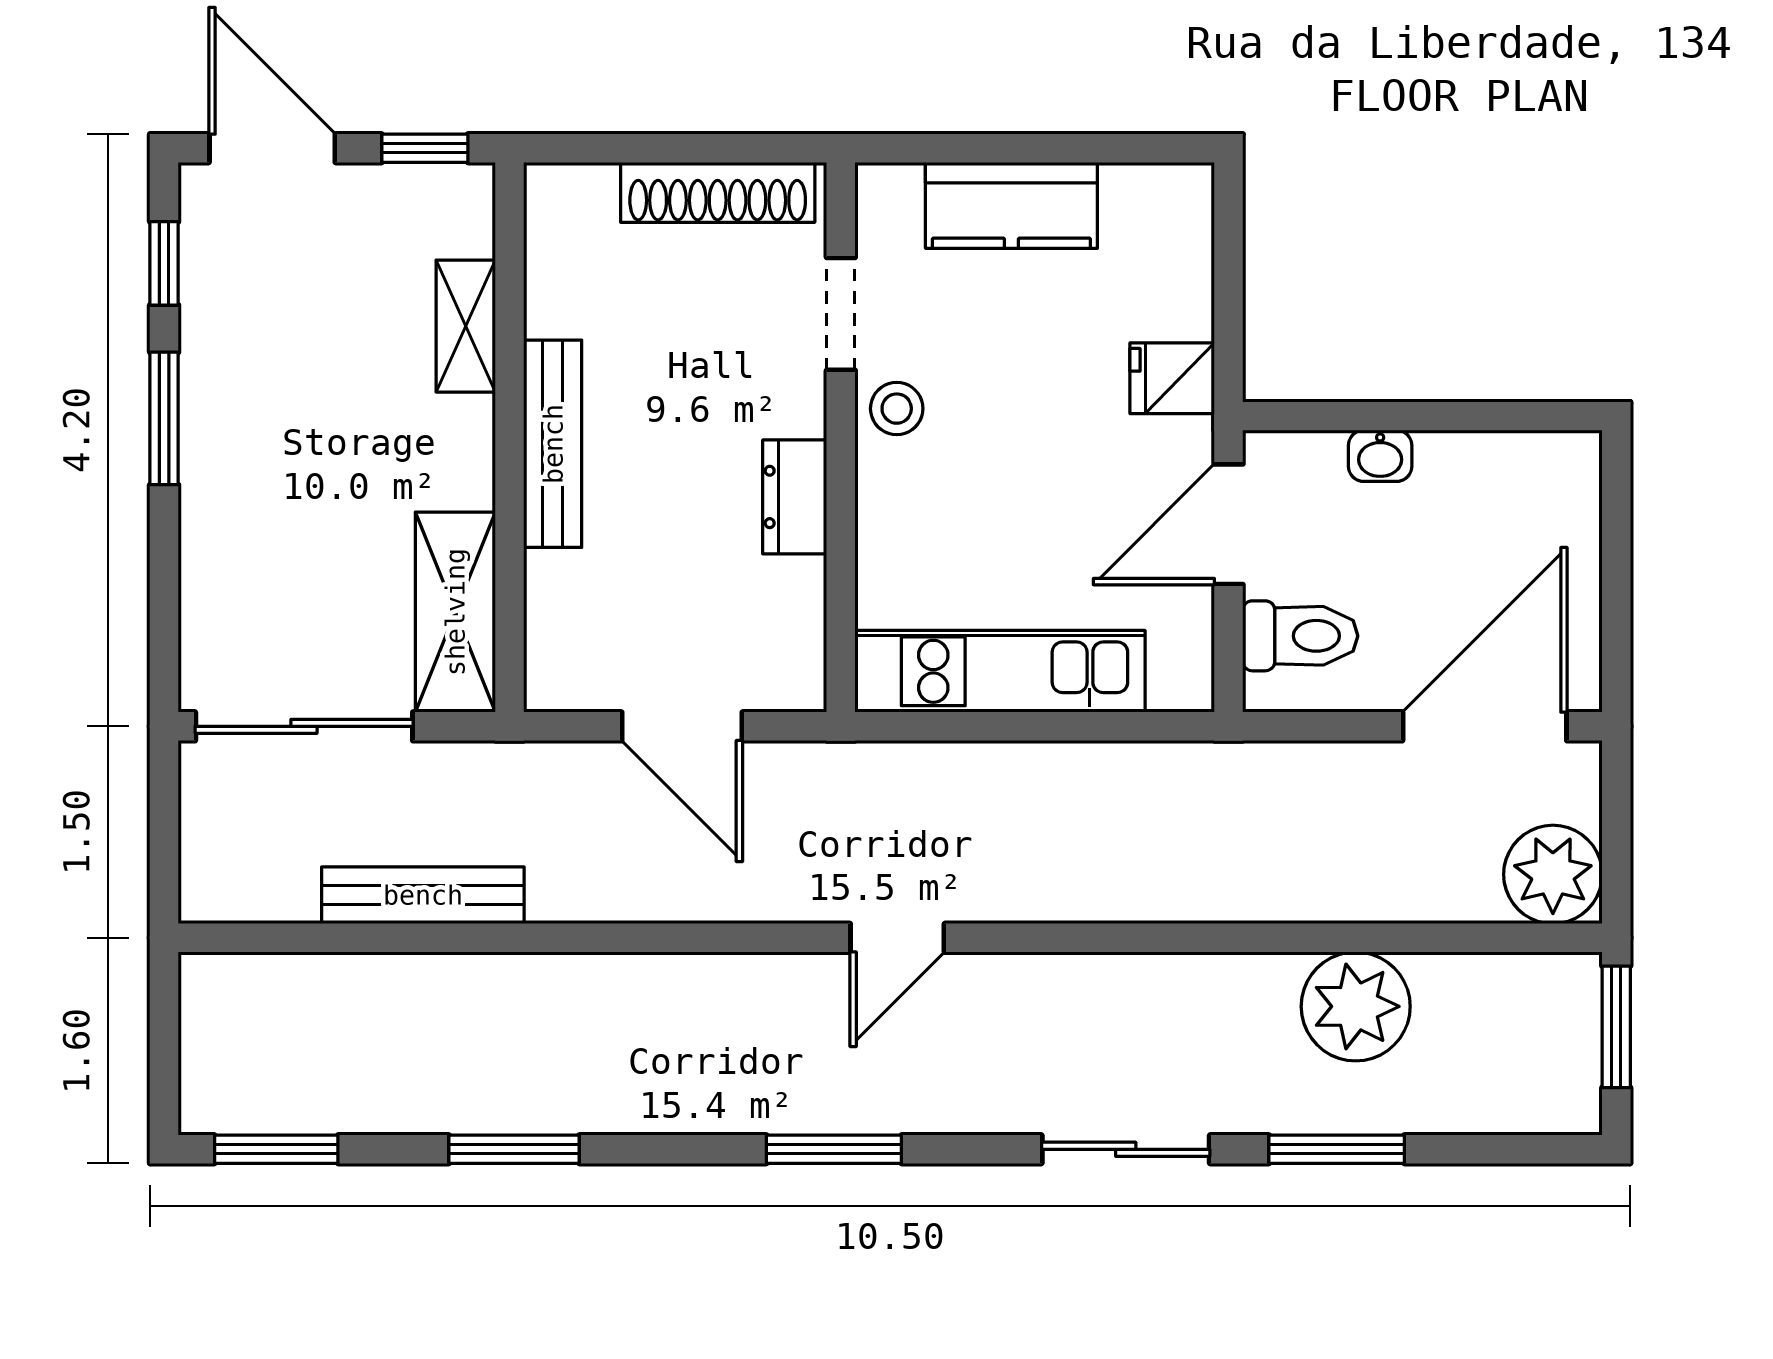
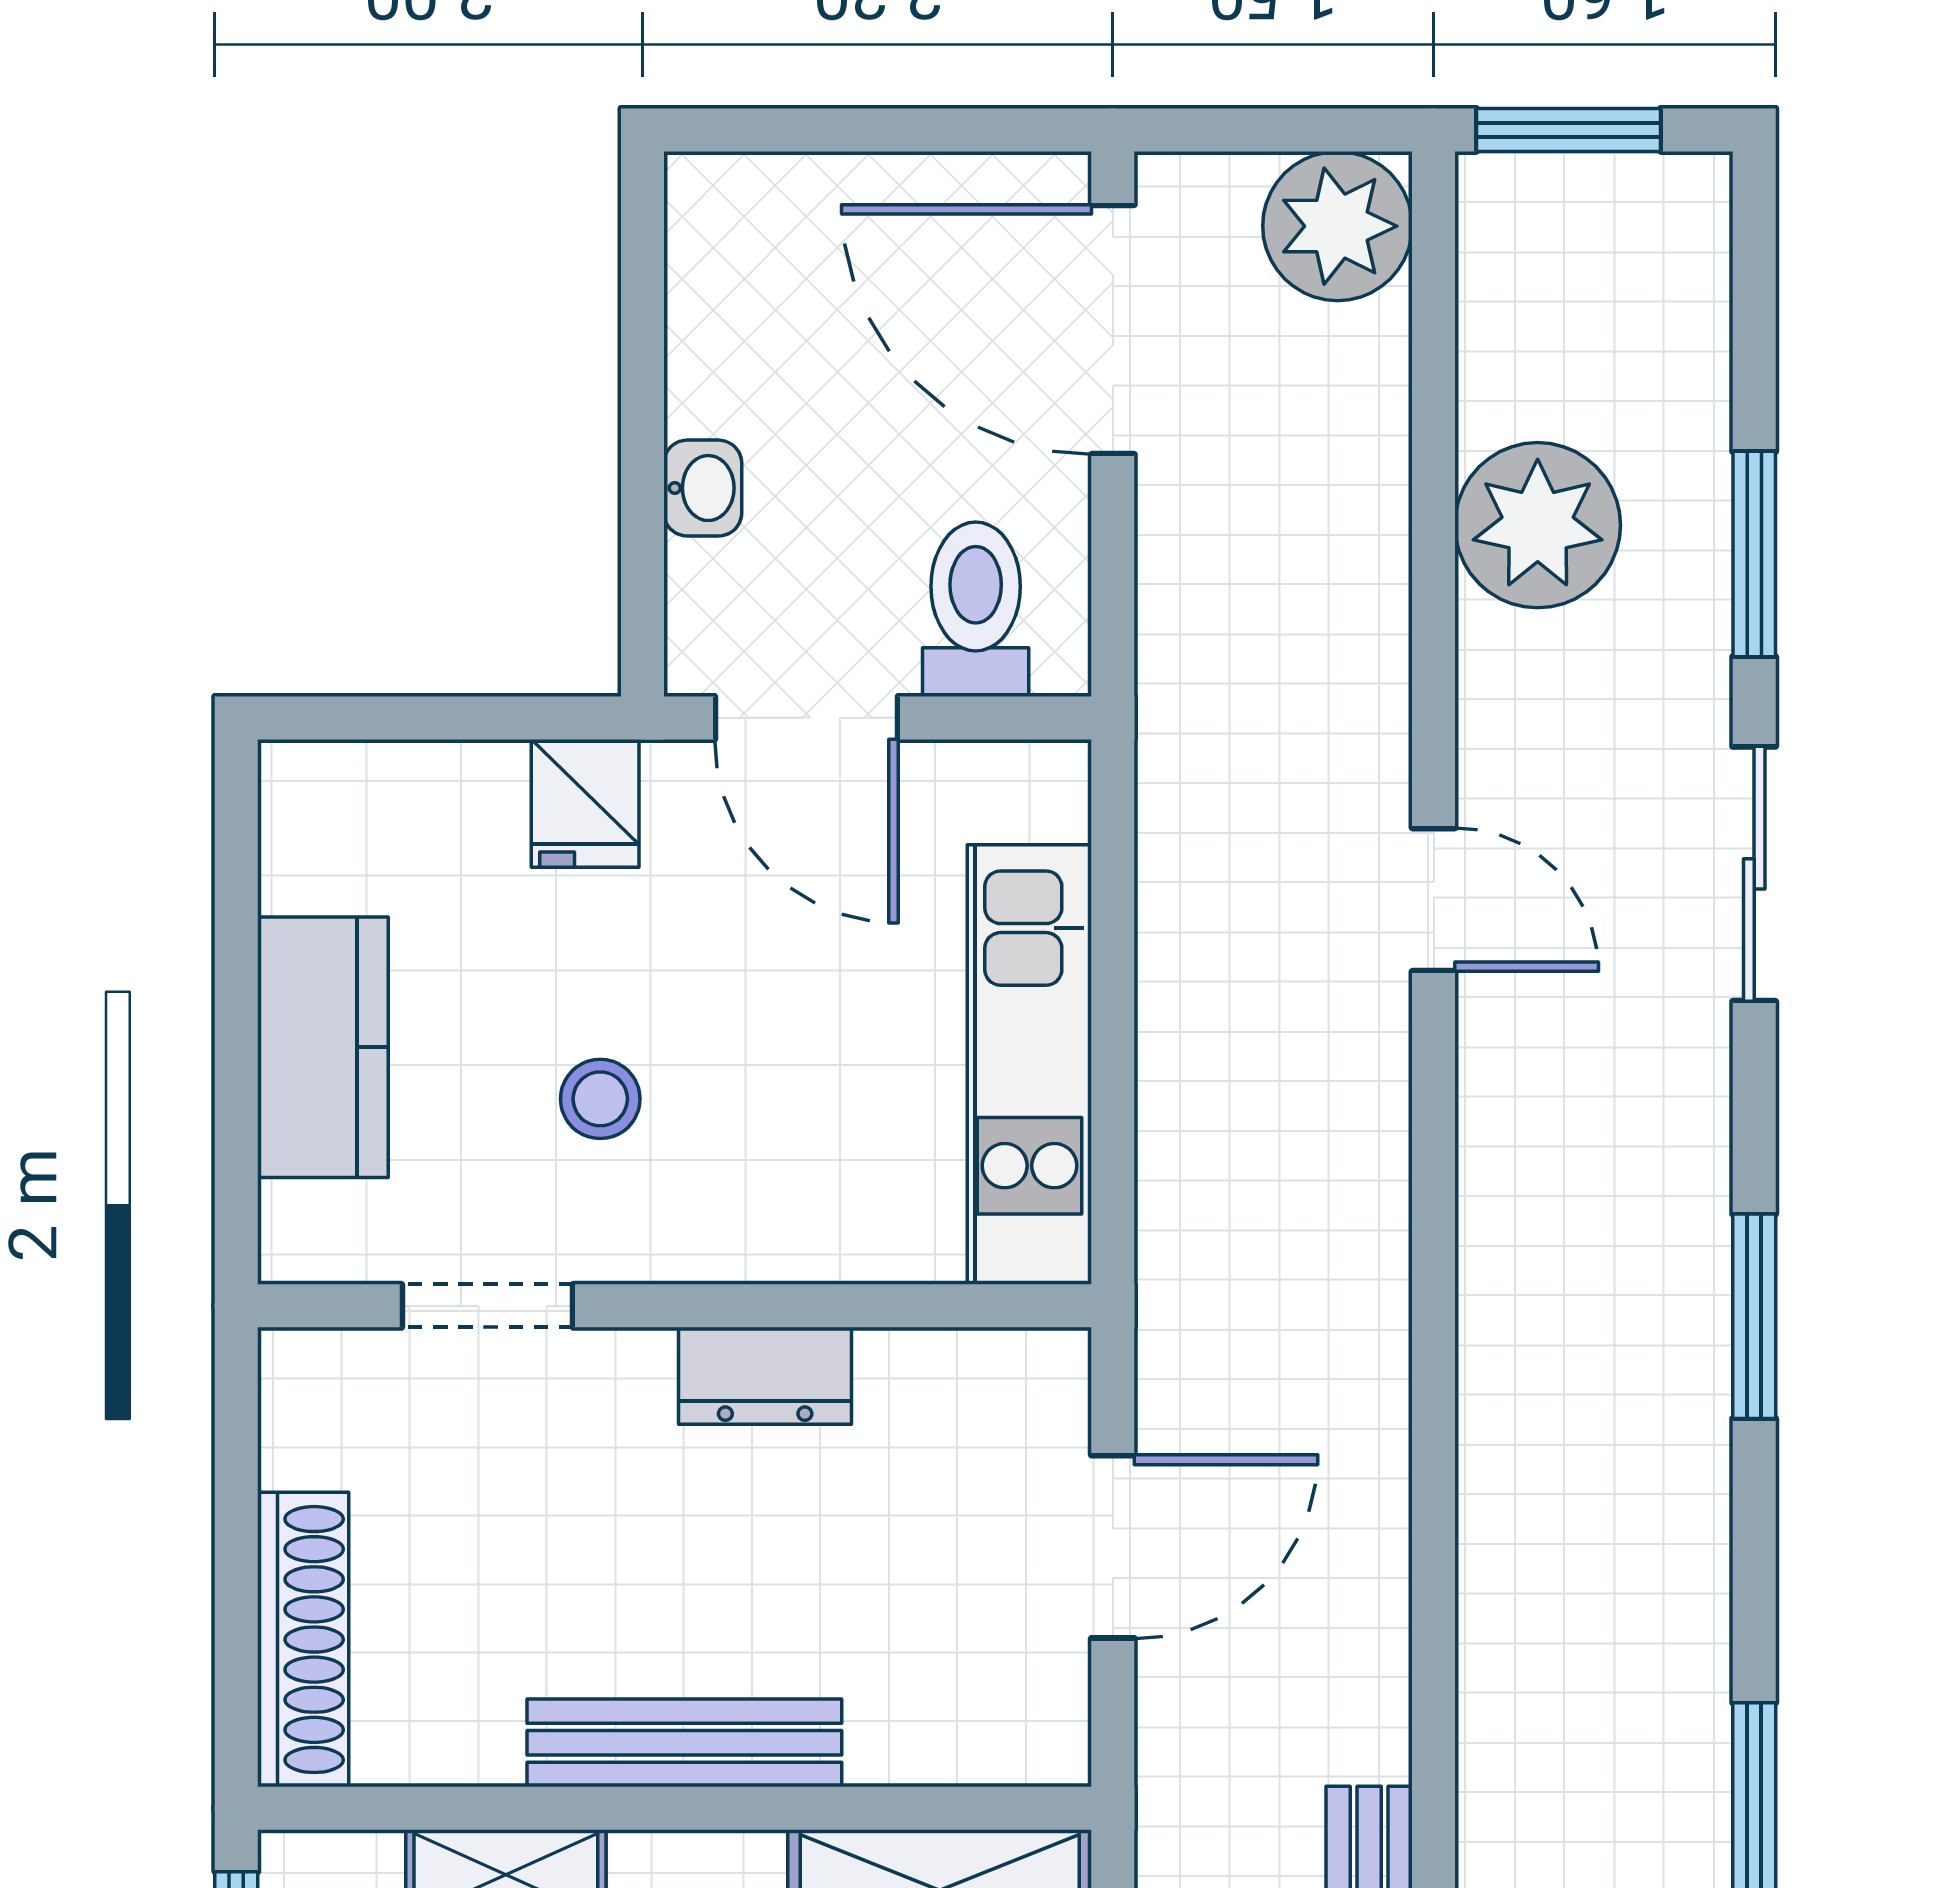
shoe rack: (718, 192) -> (303, 1640), moved
stool: (897, 409) -> (600, 1099), moved
door: (897, 938) -> (1434, 900), moved

